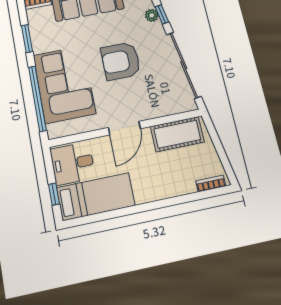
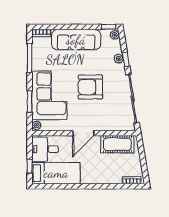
window: (27, 39) -> (30, 58), width x1.44
window: (37, 99) -> (30, 102), width x0.47
plant: (54, 131) -> (36, 125), added

